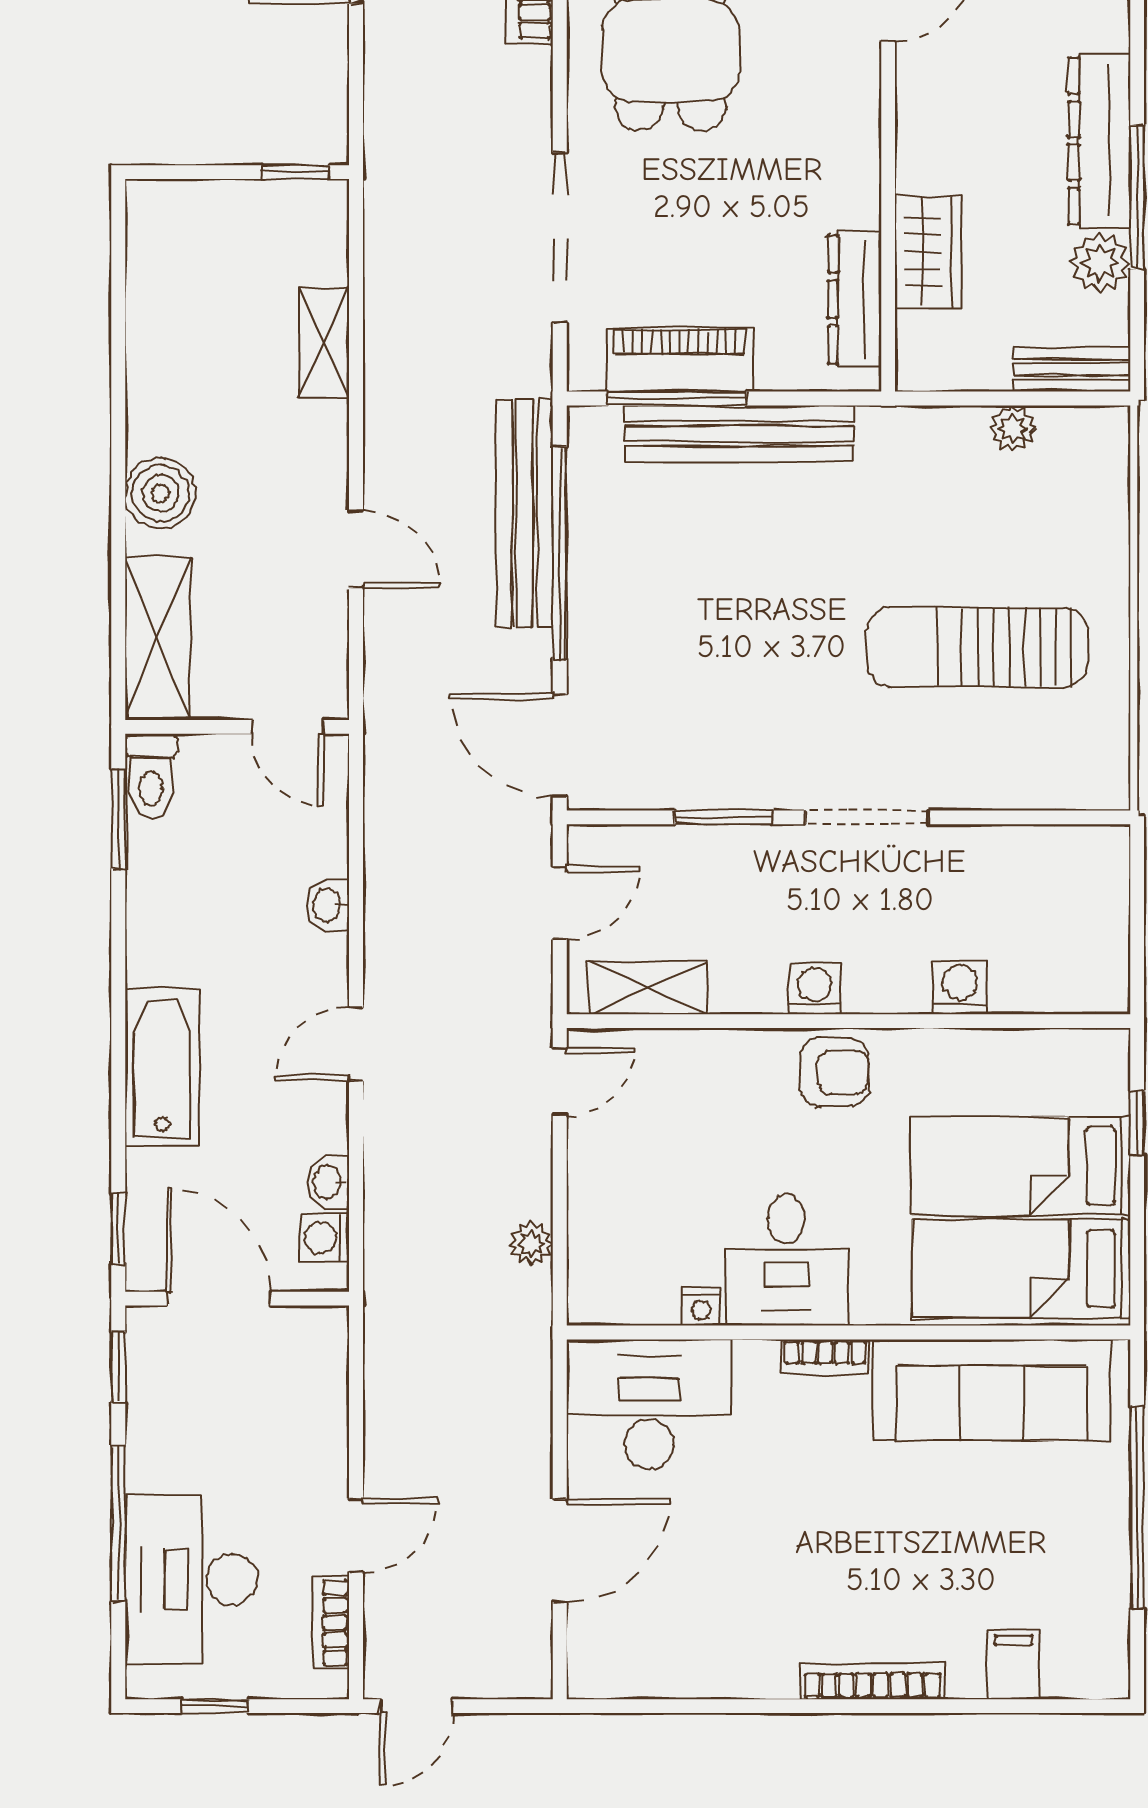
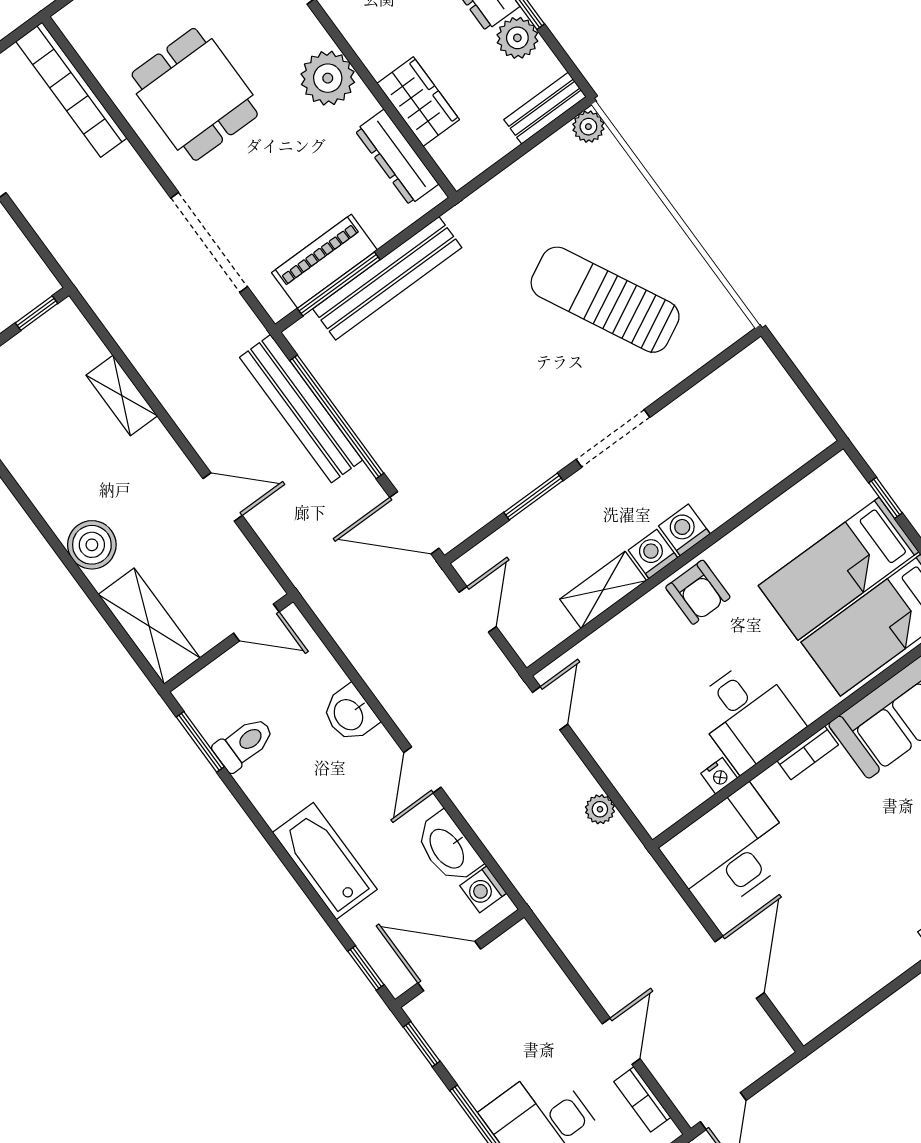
plant: (842, 146) -> (328, 78), added
plant: (1013, 429) -> (588, 127), moved
sun lounger: (977, 647) -> (605, 300), turned 63
toilet: (151, 776) -> (244, 744), moved, turned -90
washbasin: (328, 905) -> (349, 714), width x1.38, depth x1.45
washing machine: (959, 987) -> (684, 530), moved
shelving: (648, 988) -> (603, 590), moved
armchair: (834, 1072) -> (698, 592), turned 90
washbasin: (328, 1182) -> (448, 848), width x1.91, depth x1.45

